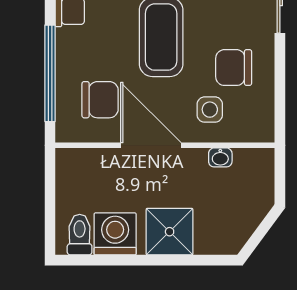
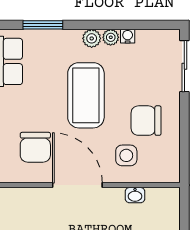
chair: (100, 100) -> (35, 147), turned 90

